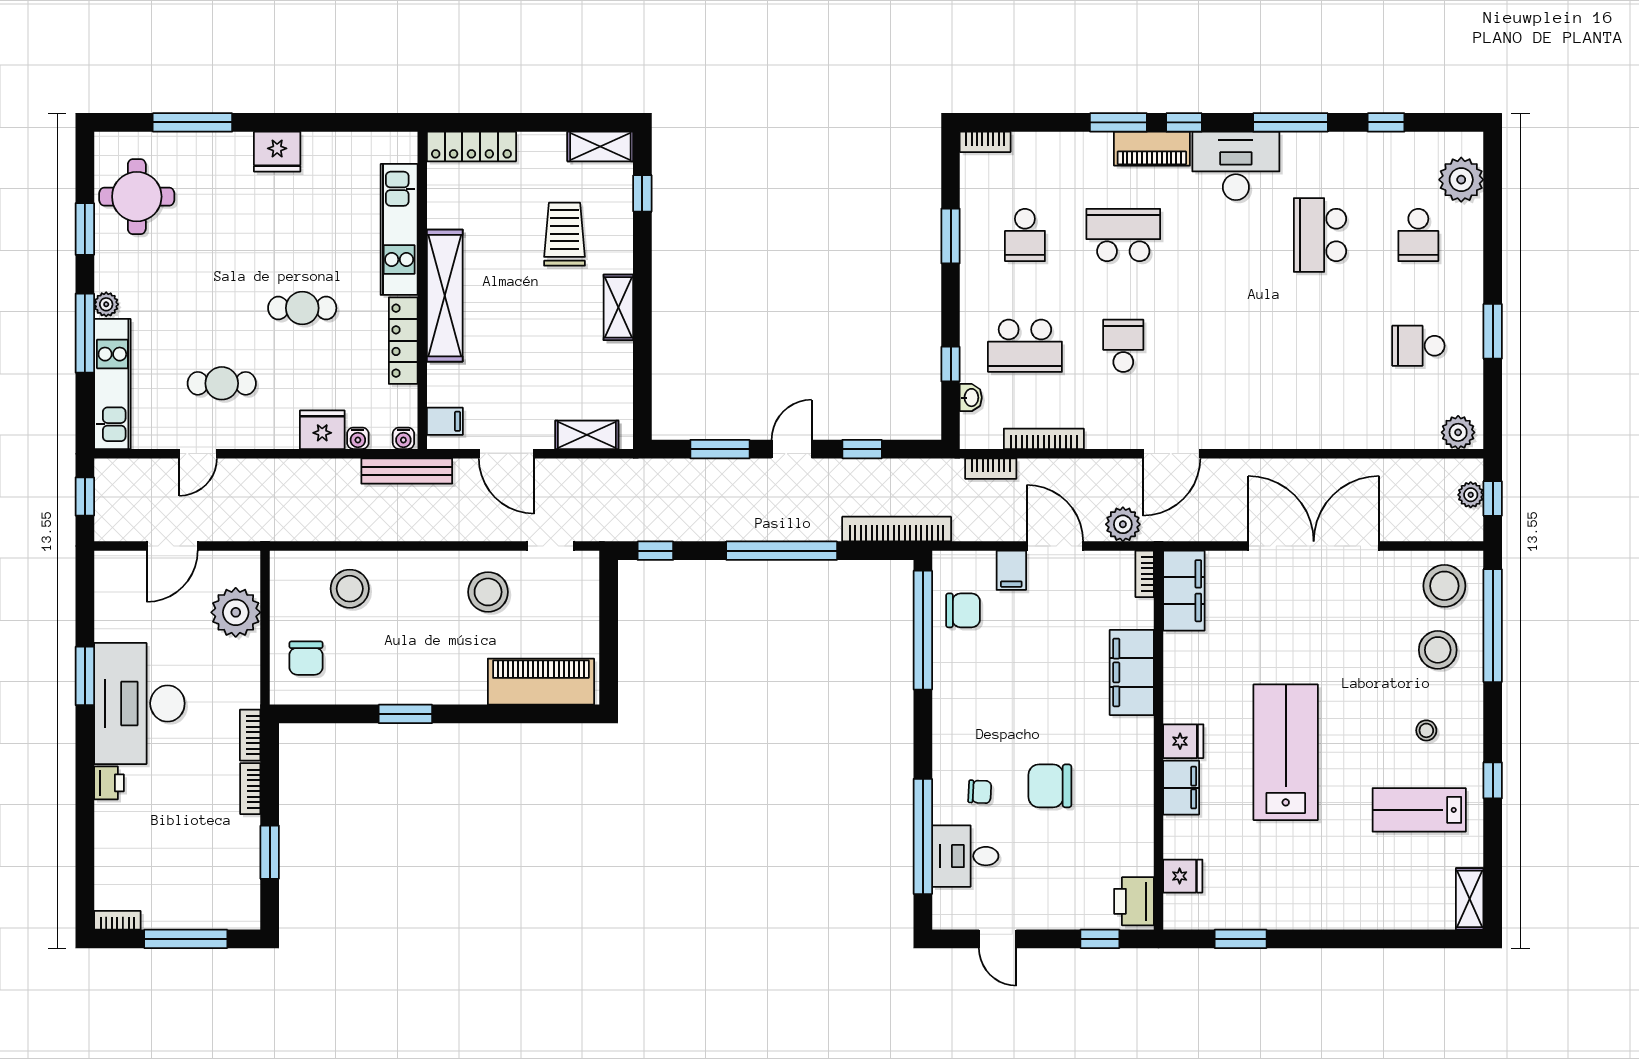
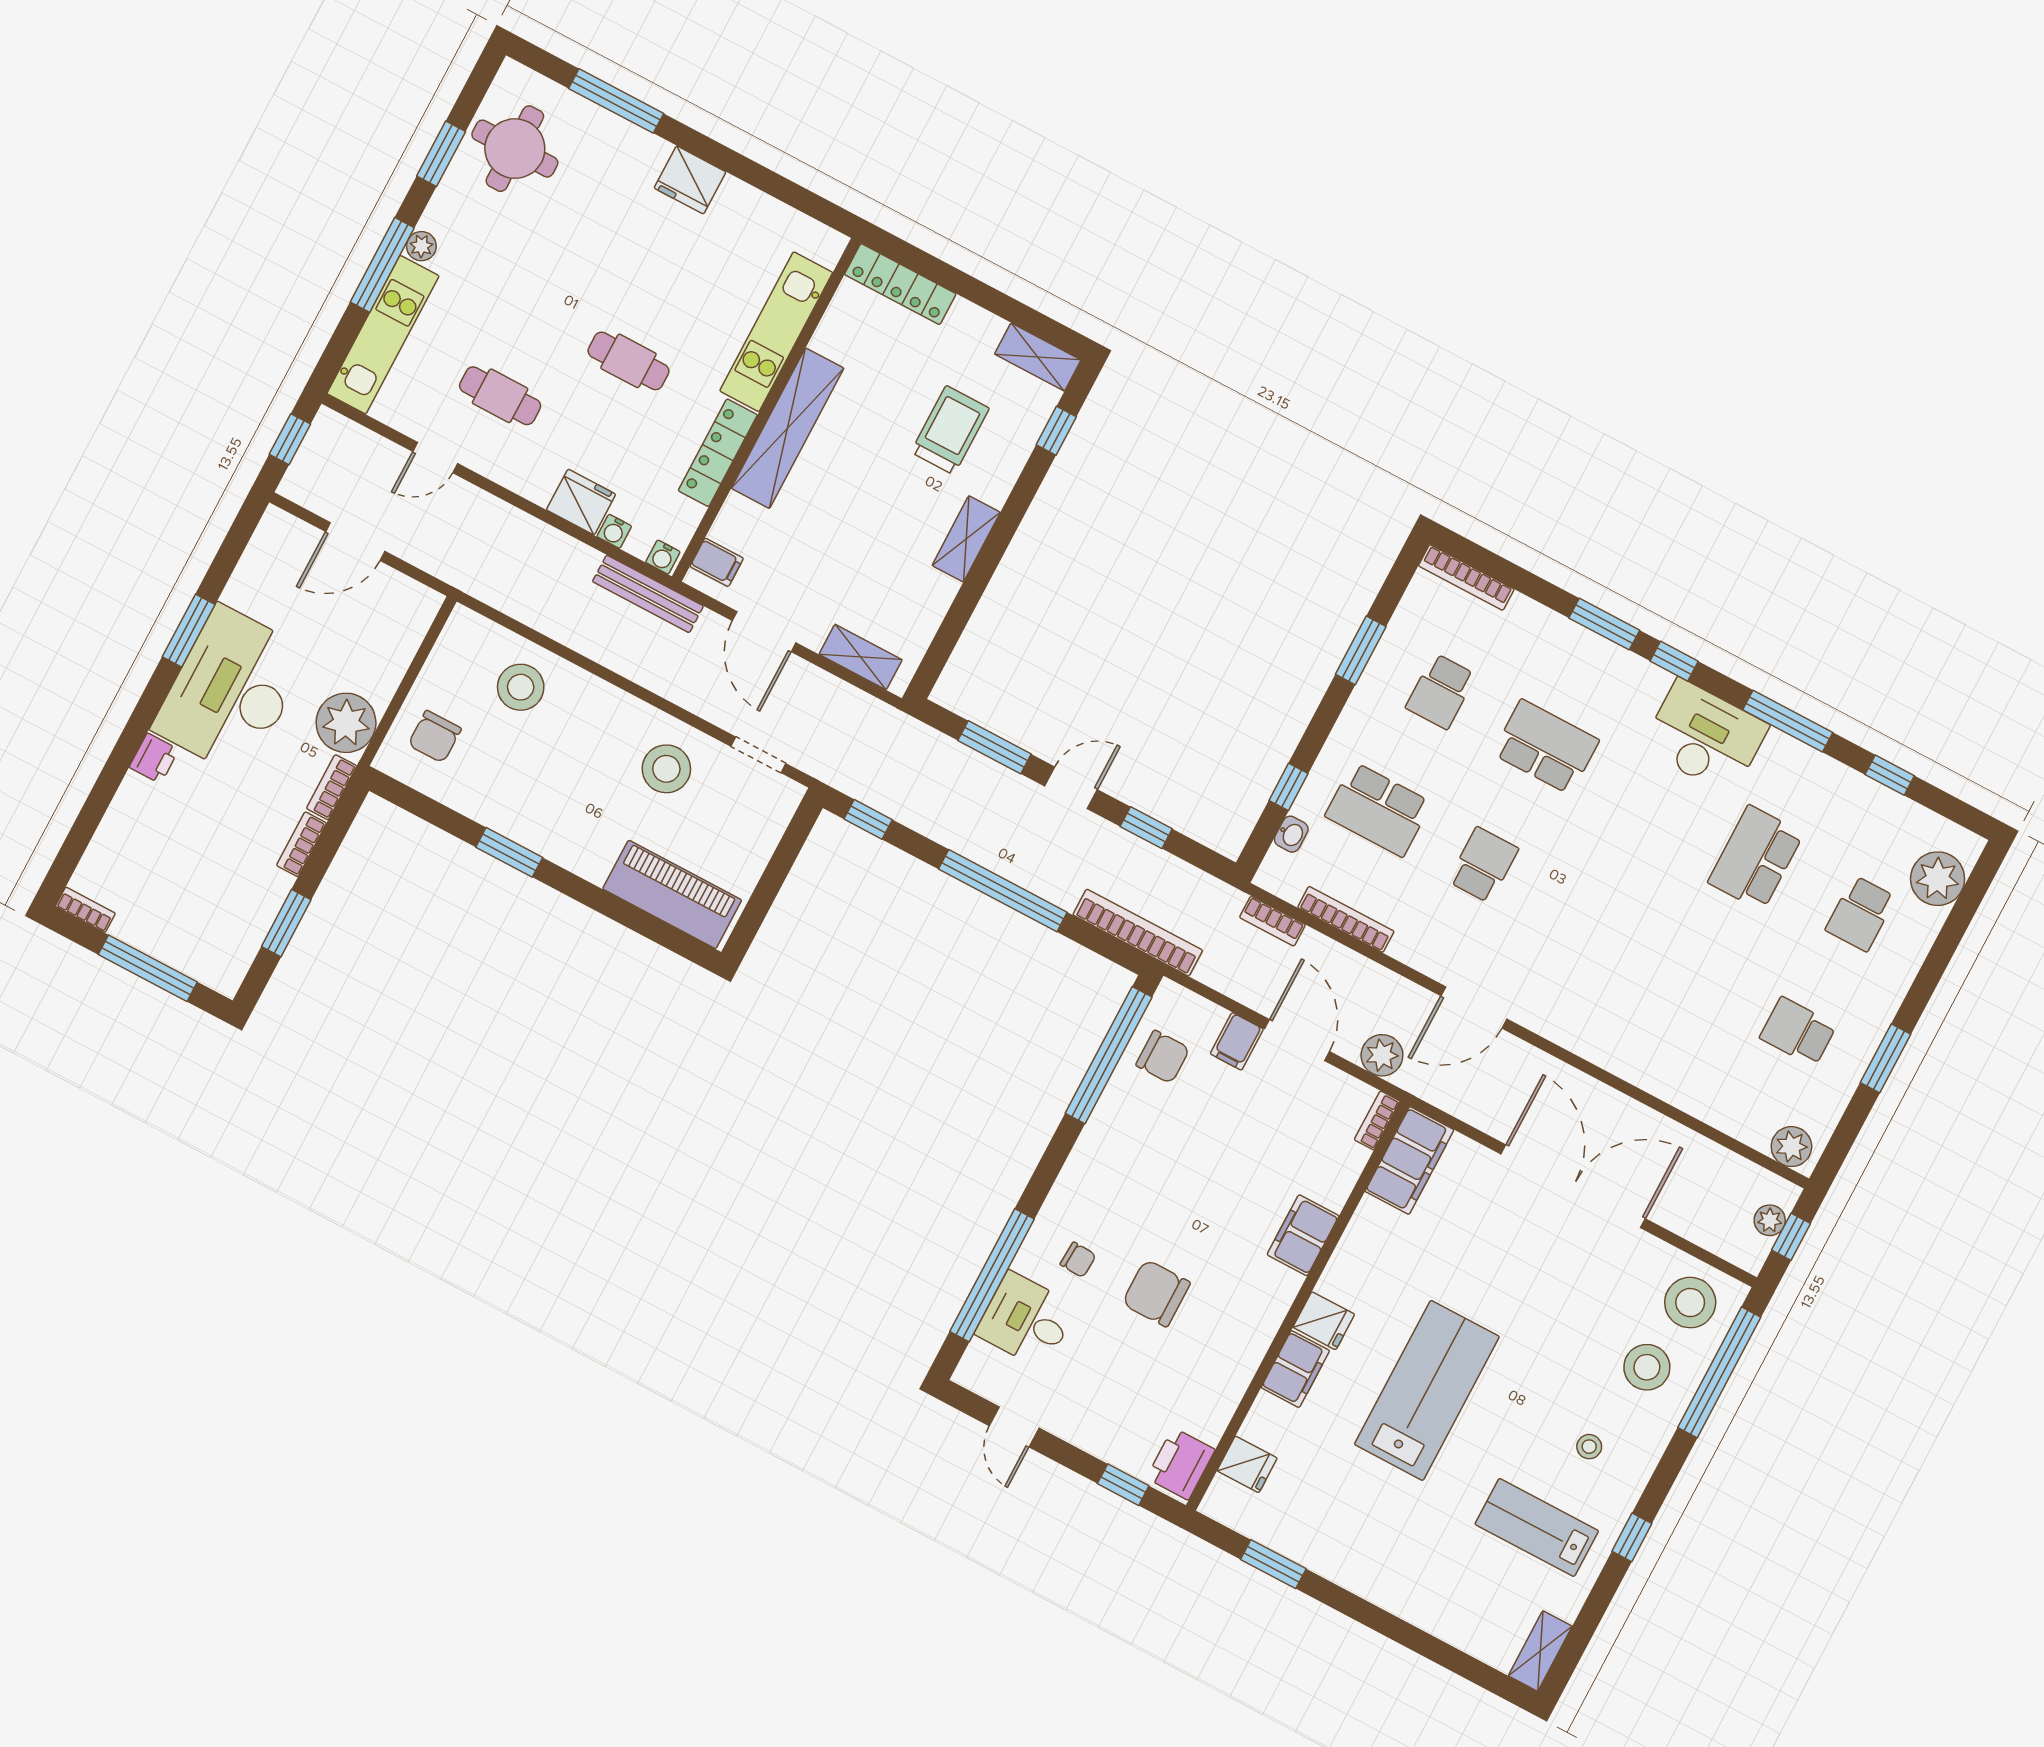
bookcase: (985, 142) -> (1466, 578), width x1.56
piano: (1152, 149) -> (1625, 671), removed
plant: (236, 612) -> (346, 723), moved
filing cabinet: (1132, 672) -> (1303, 1235), width x0.67, depth x0.86

